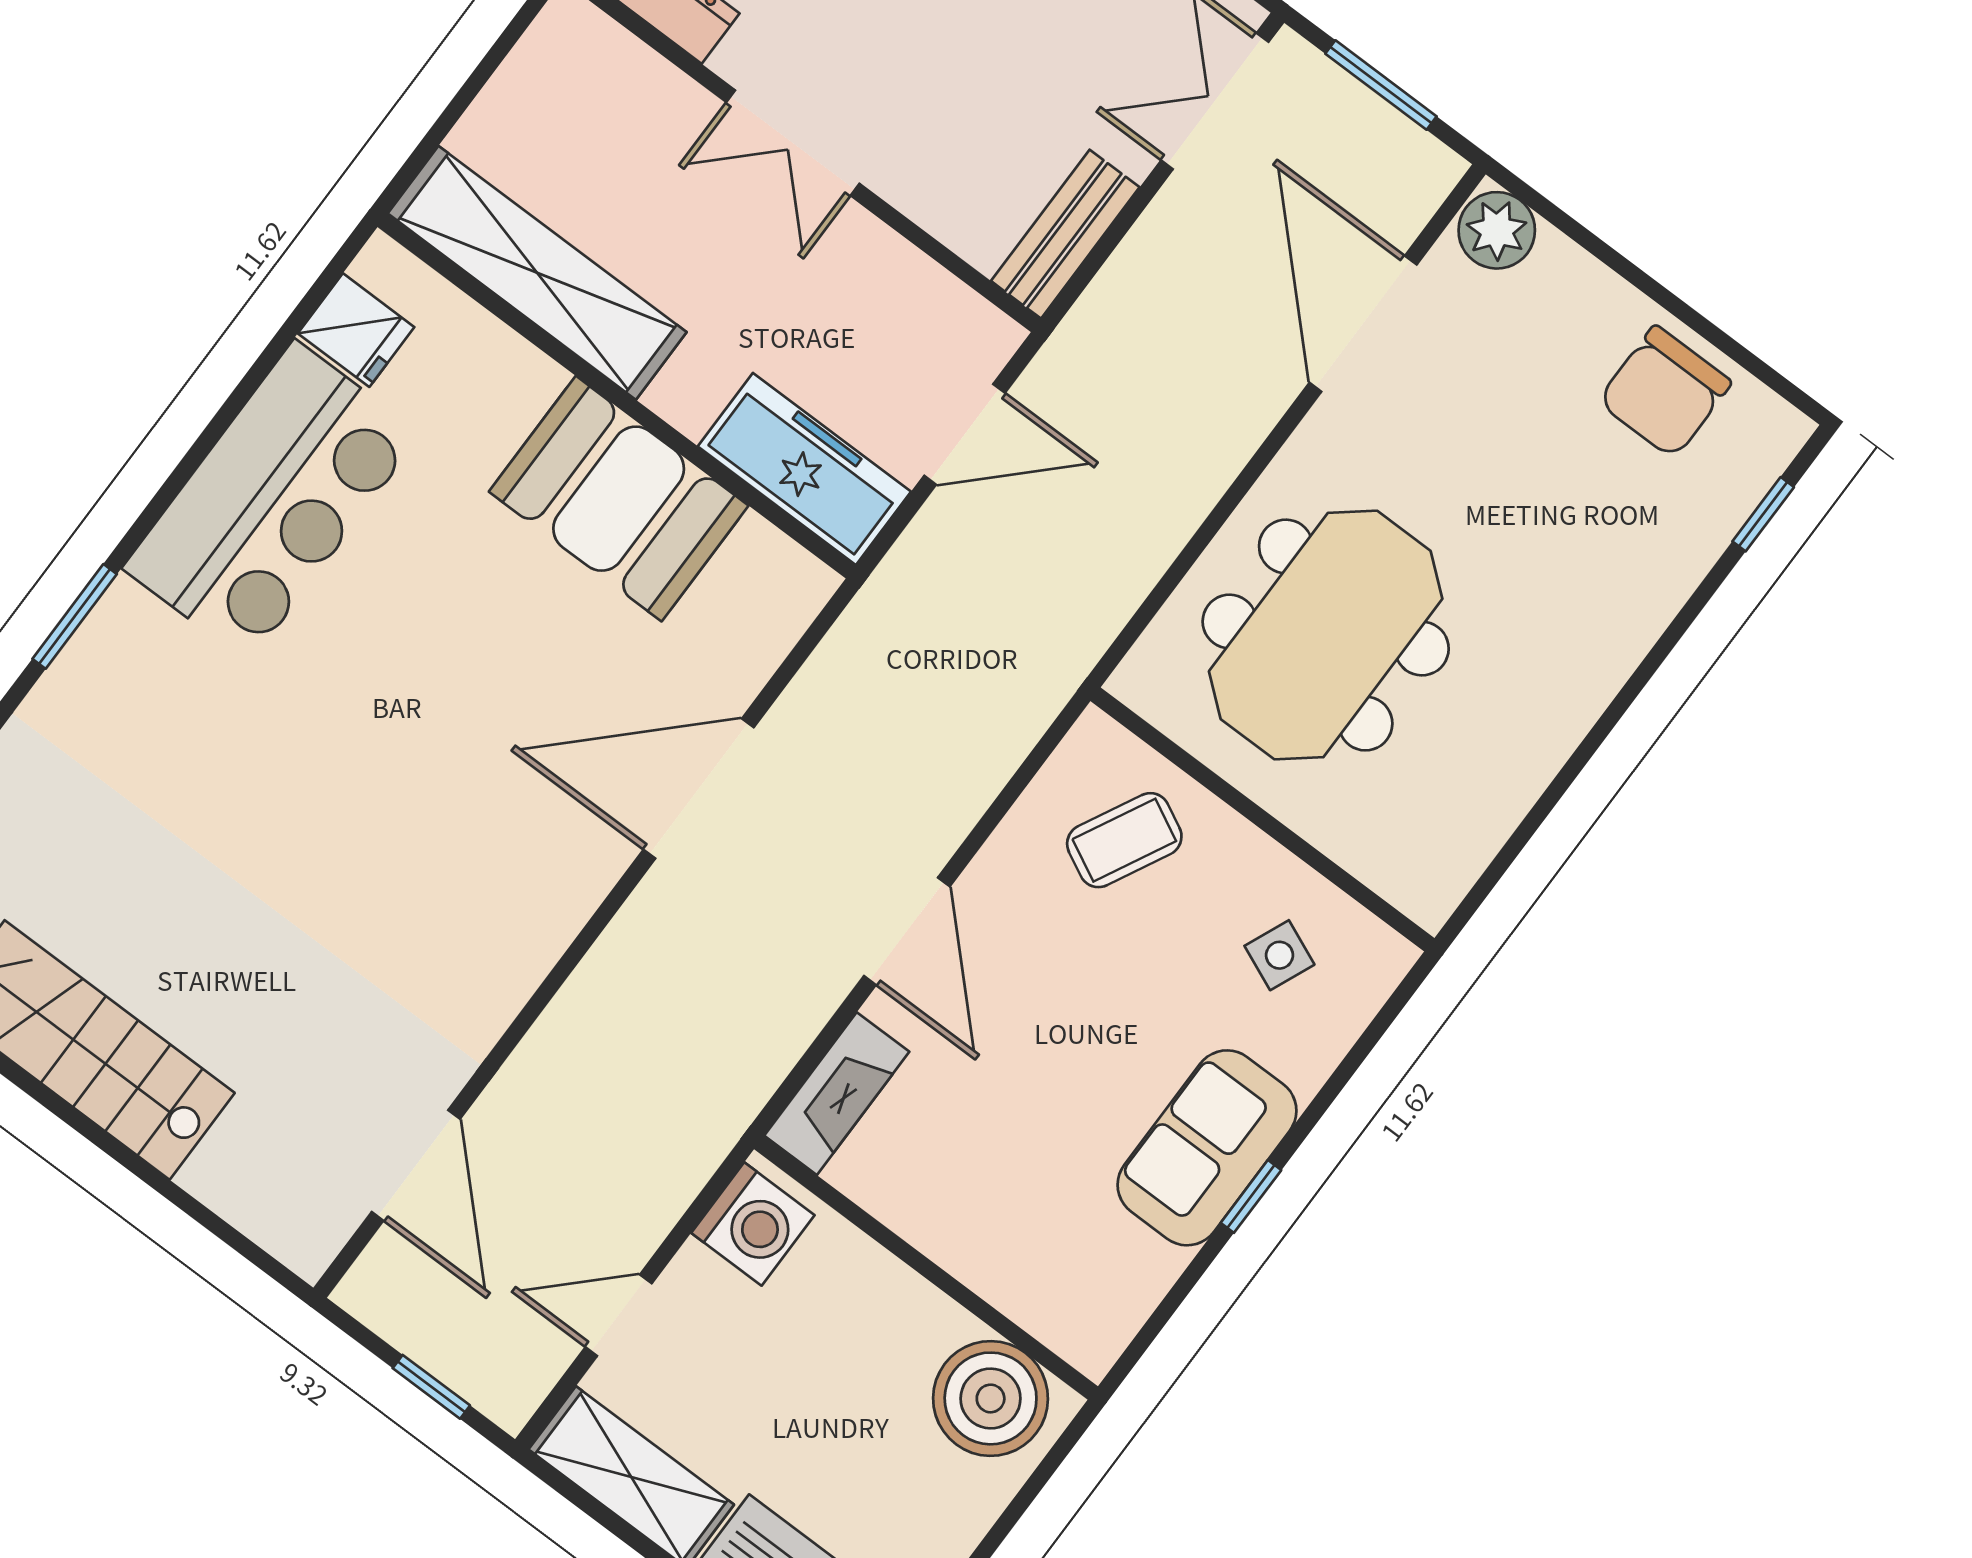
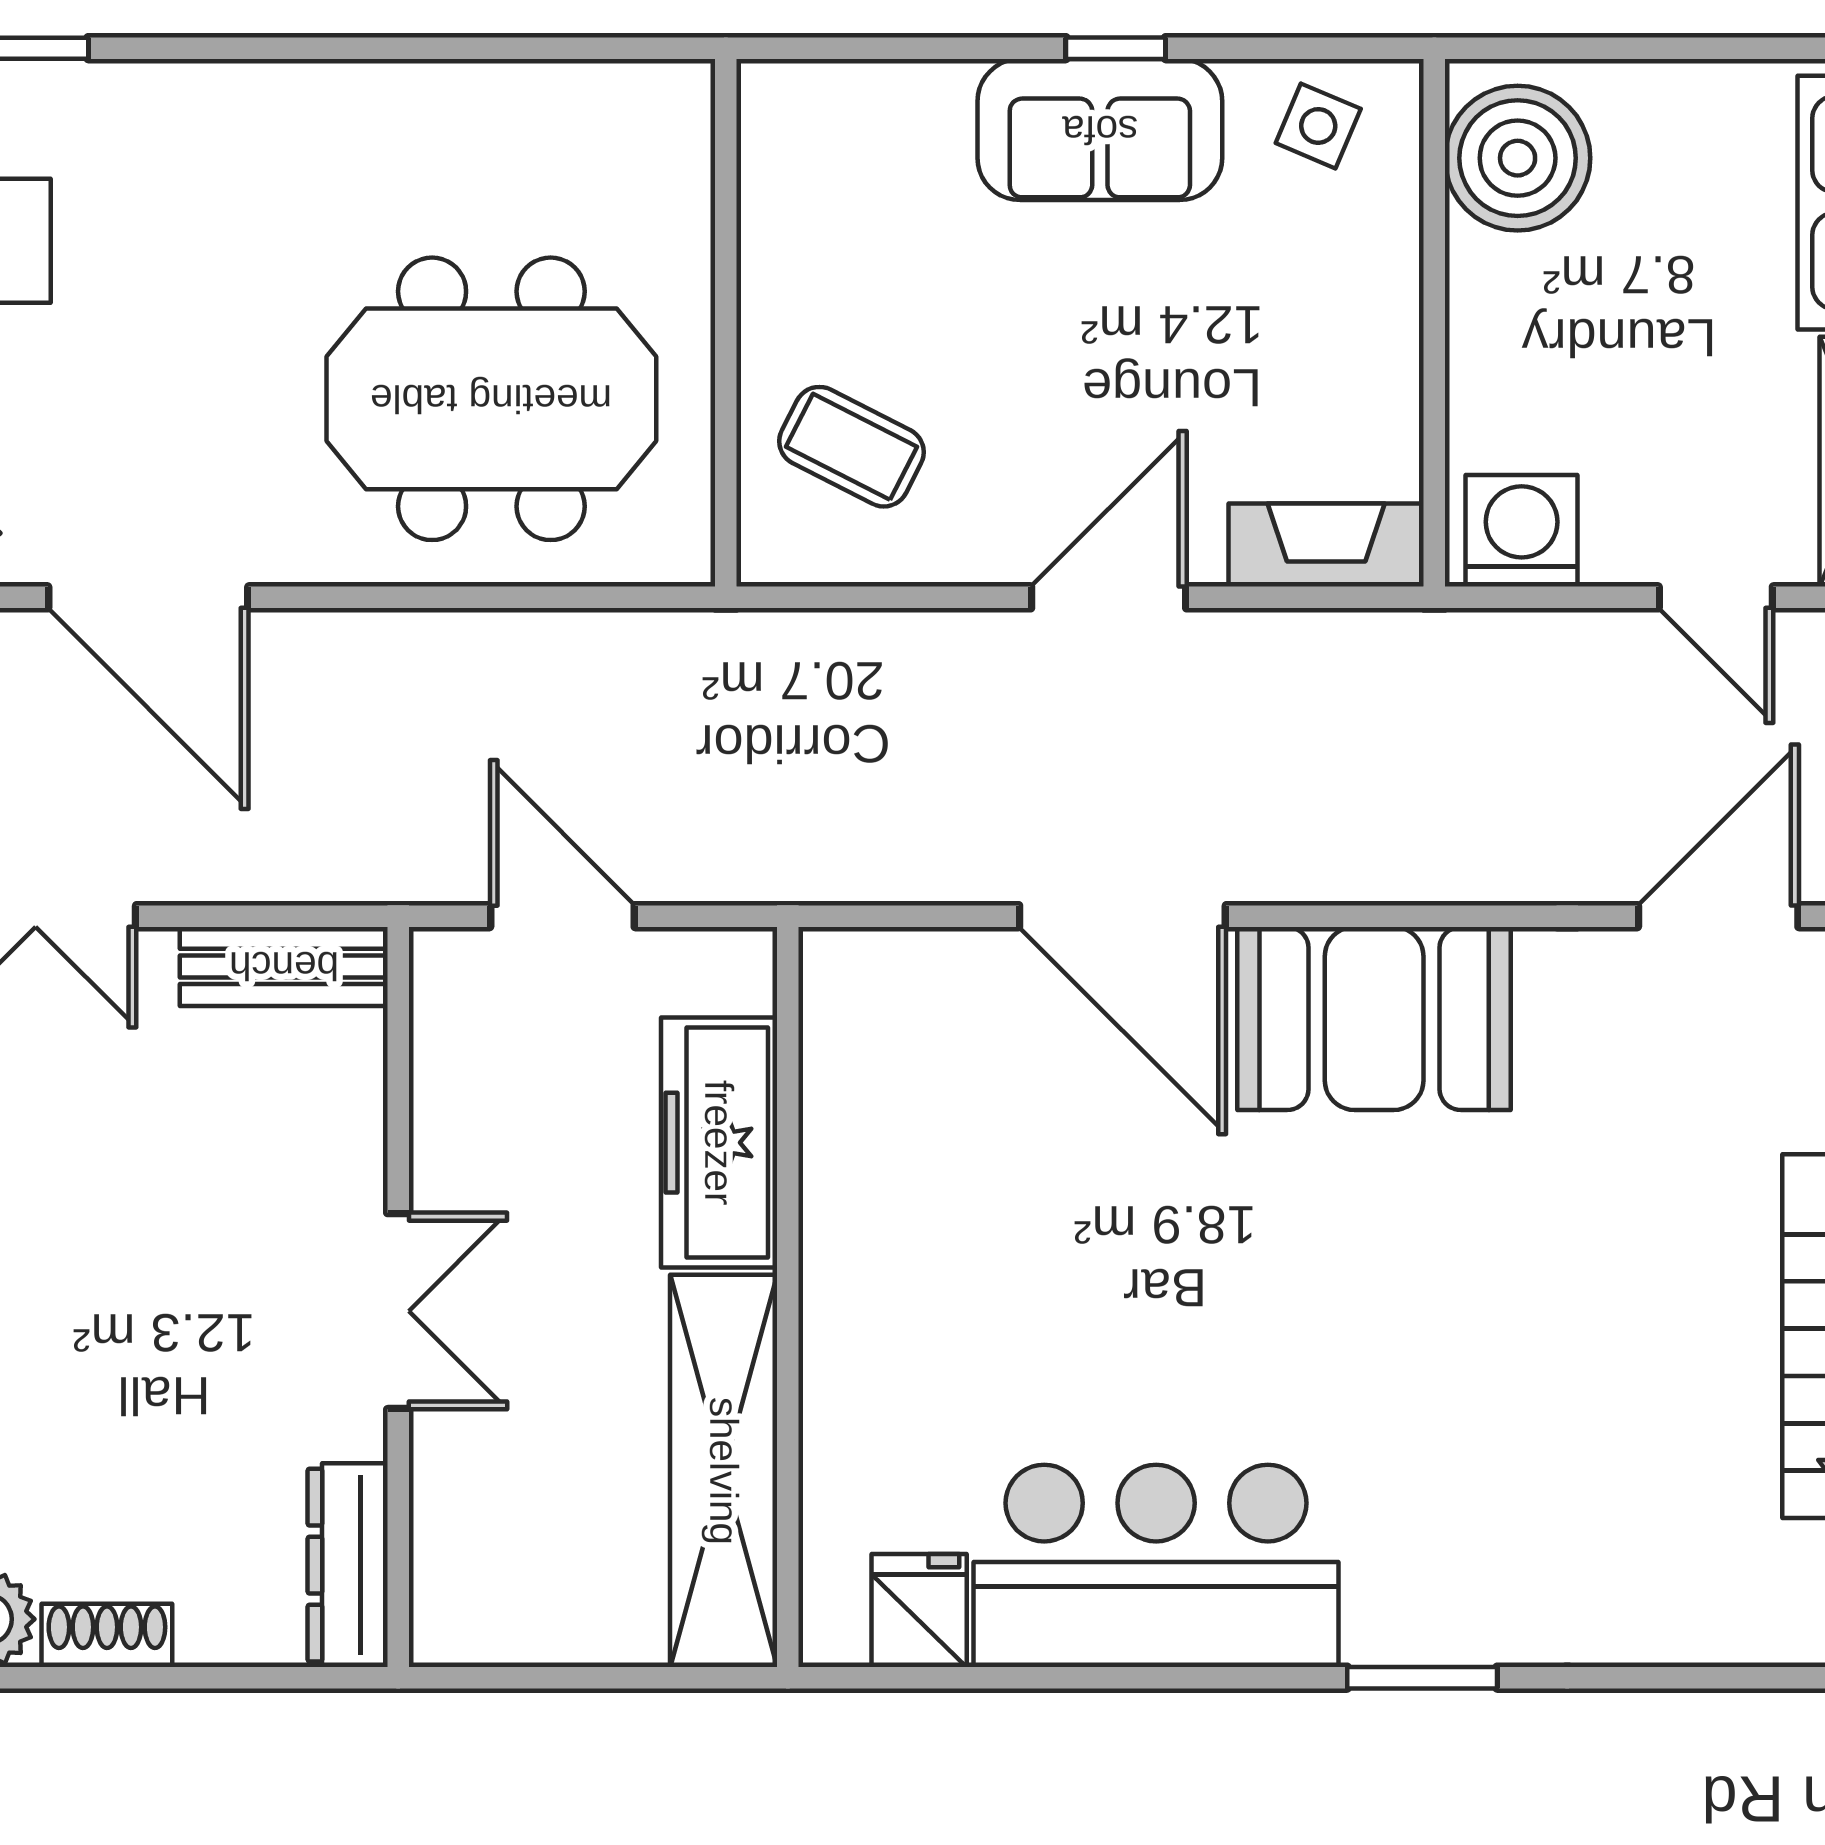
door: (1363, 324) -> (148, 597), hinge flipped
freezer: (804, 469) -> (719, 1143), moved
booth: (619, 499) -> (1374, 1018), moved, turned 90
side table: (1279, 955) -> (1318, 126), moved

